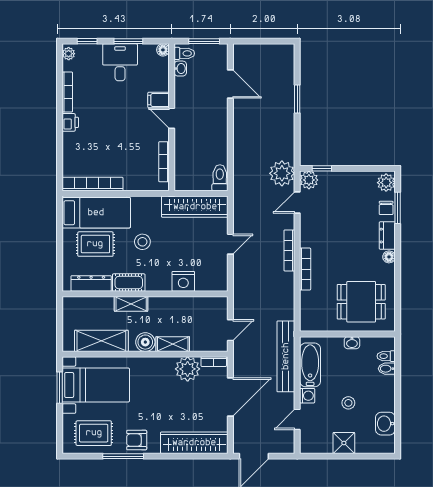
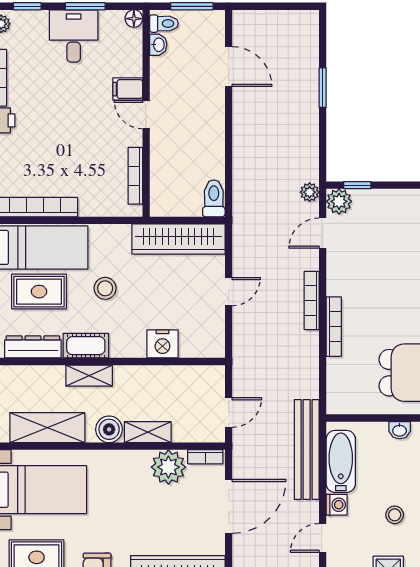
plant: (282, 173) -> (310, 192), width x0.53, depth x0.53

